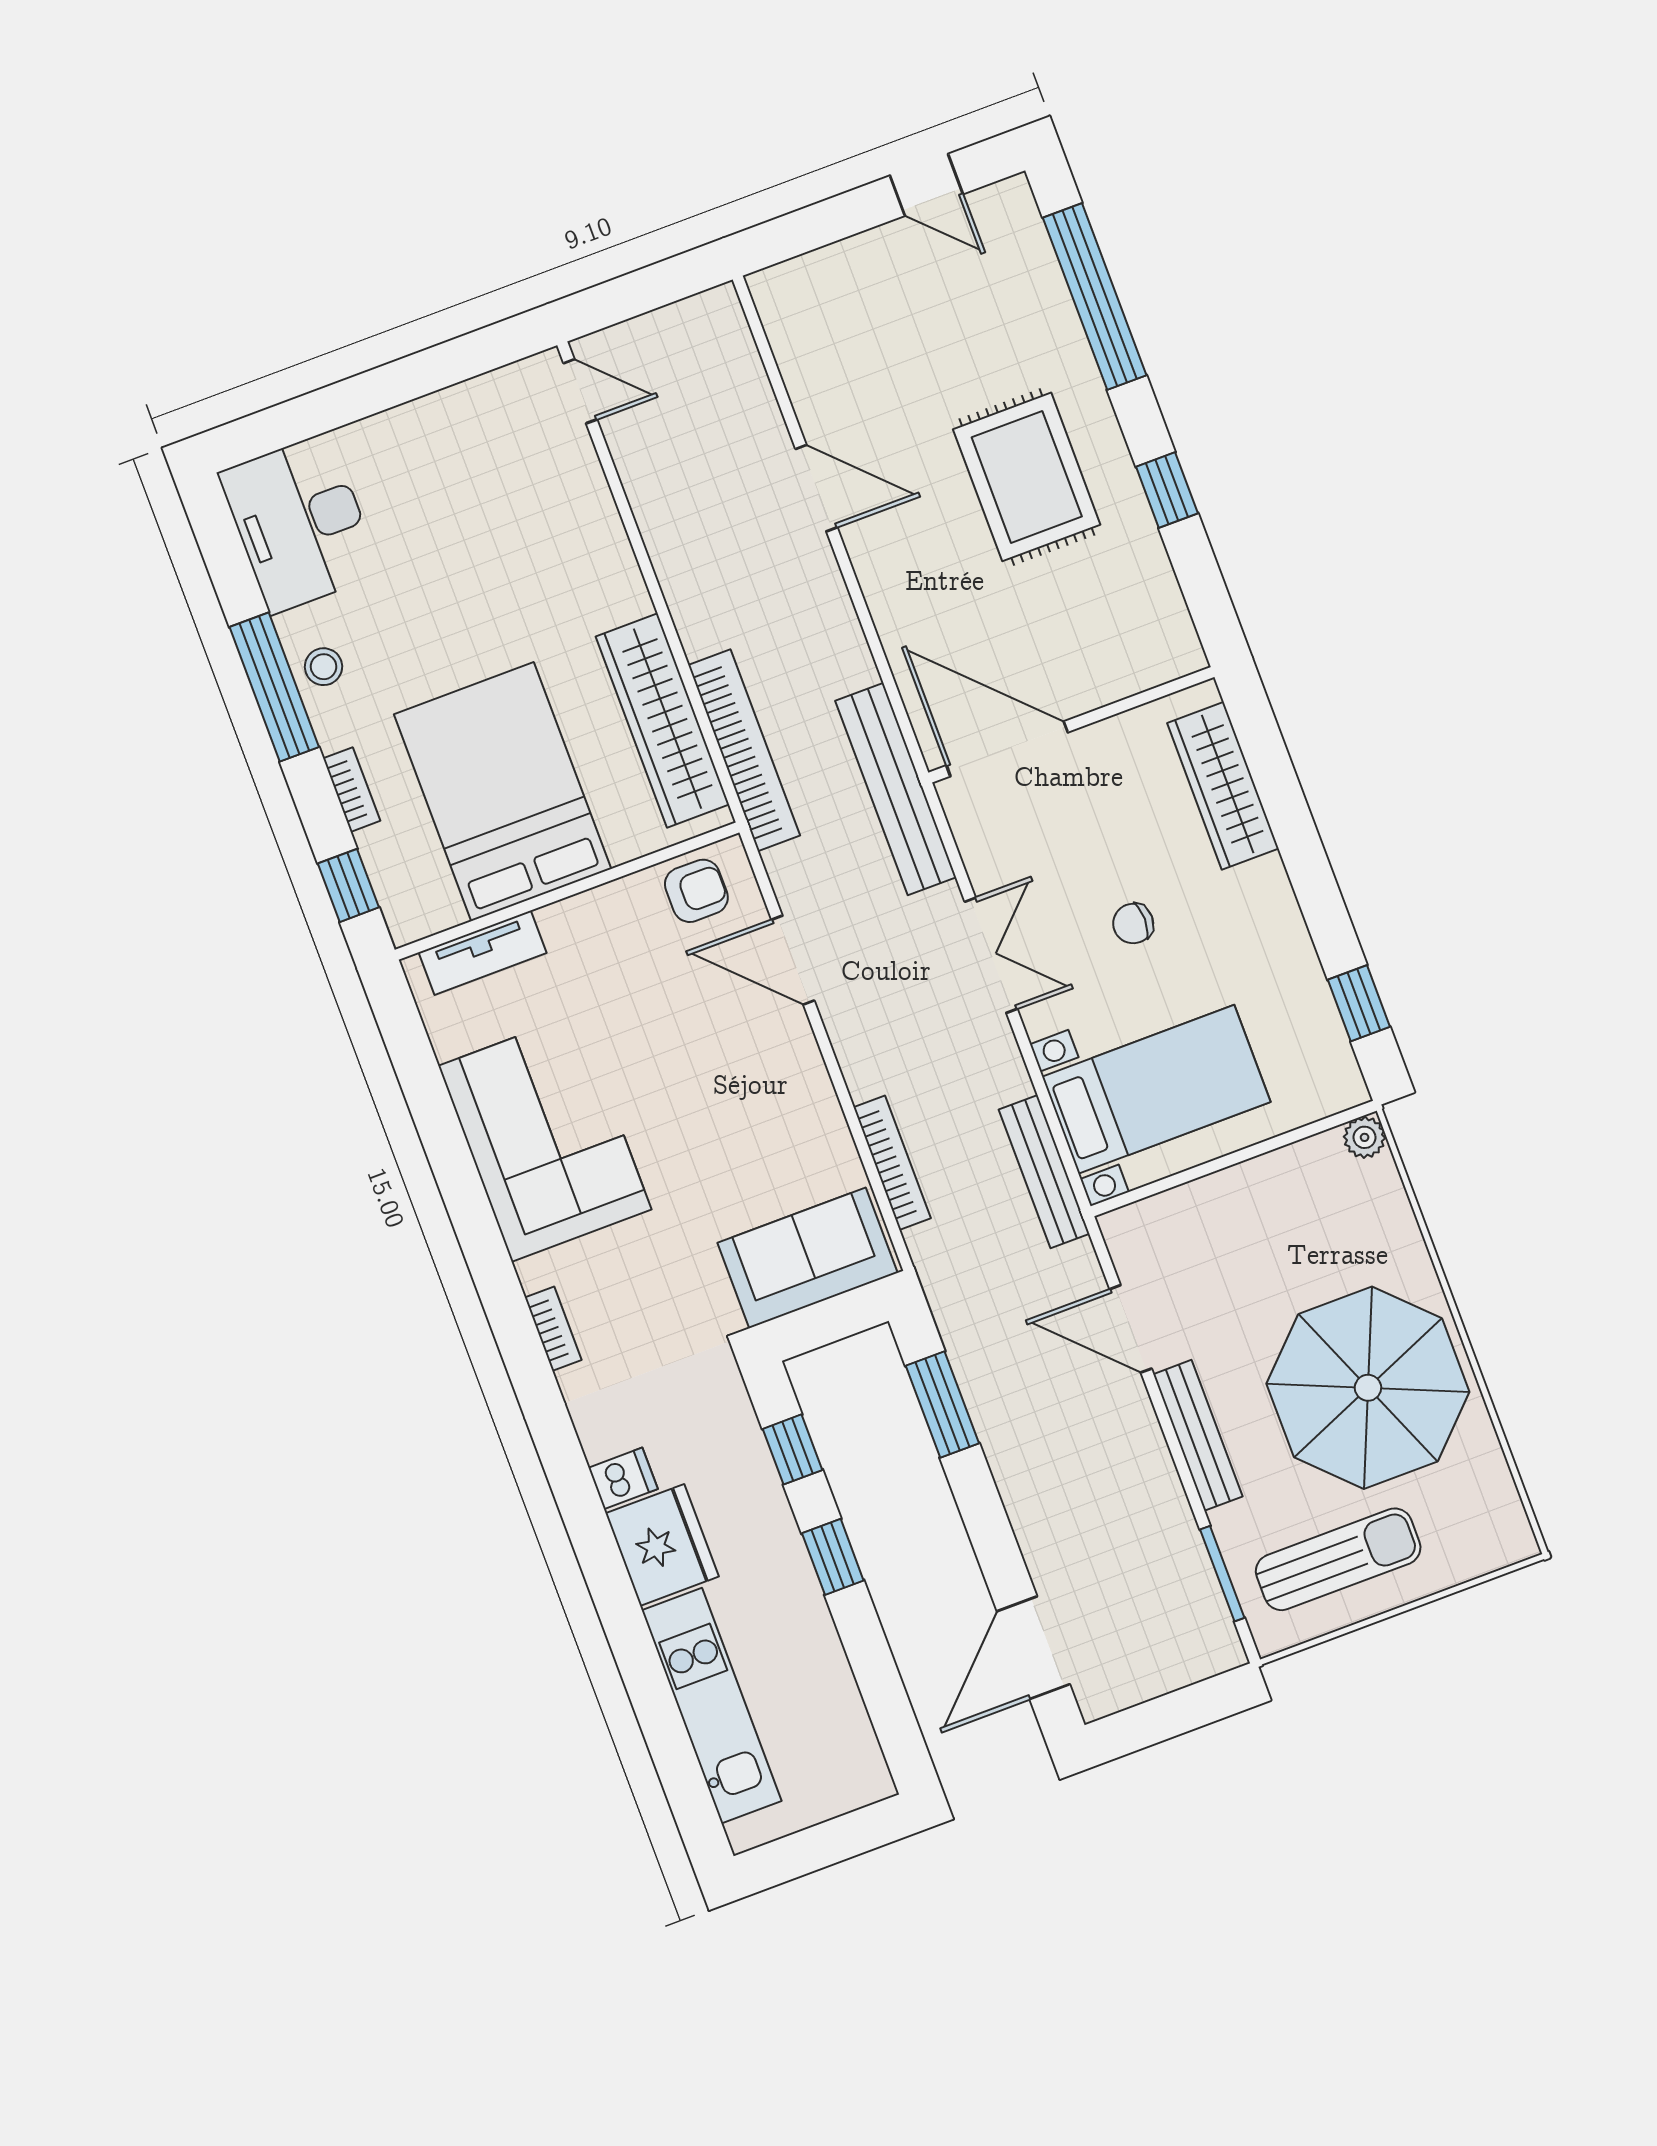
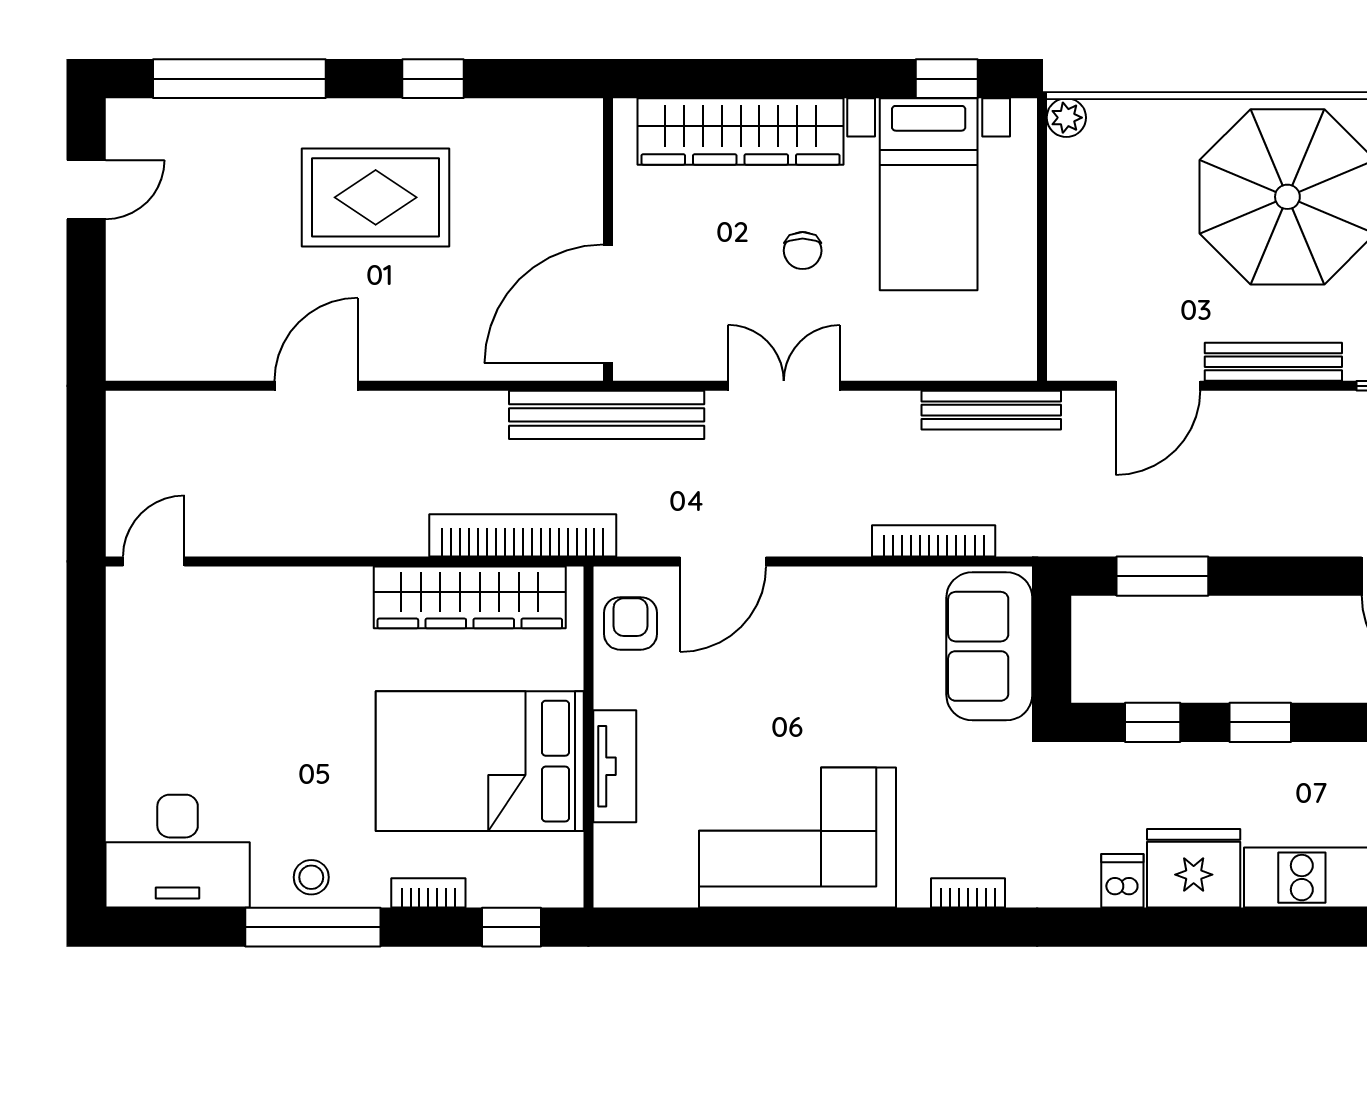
wardrobe: (1223, 786) -> (741, 131), width x1.40, depth x1.17
tv unit: (483, 953) -> (615, 766), moved
bed with nightstands: (1156, 1089) -> (929, 194), moved, turned 180

